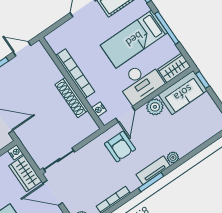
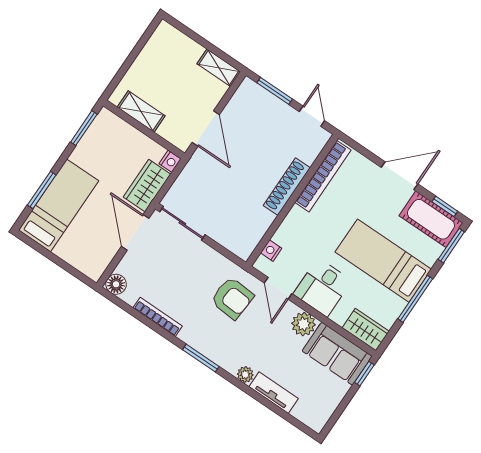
bookcase: (75, 74) -> (323, 176), moved
desk: (140, 82) -> (322, 287), width x0.73
shoe rack: (71, 98) -> (287, 187), moved
door: (125, 114) -> (278, 288), hinge flipped
armchair: (120, 147) -> (232, 298), turned -86
tv unit: (153, 170) -> (274, 393), moved

